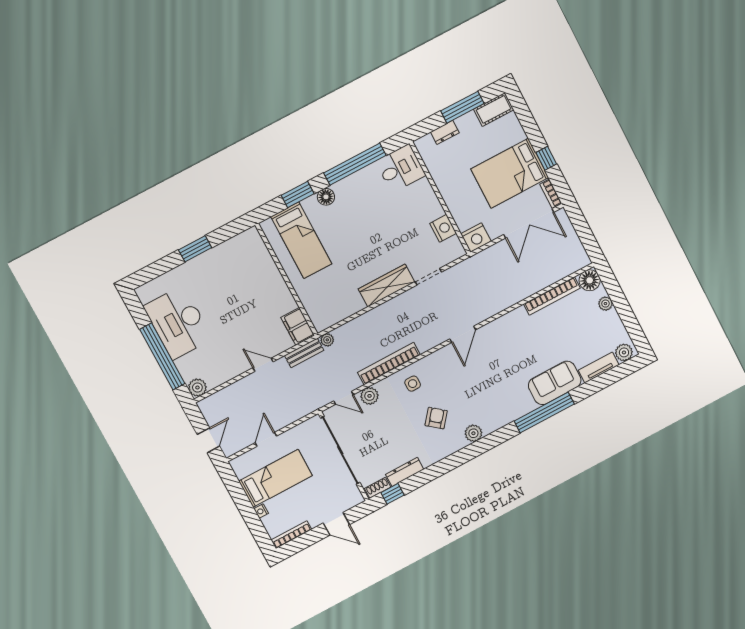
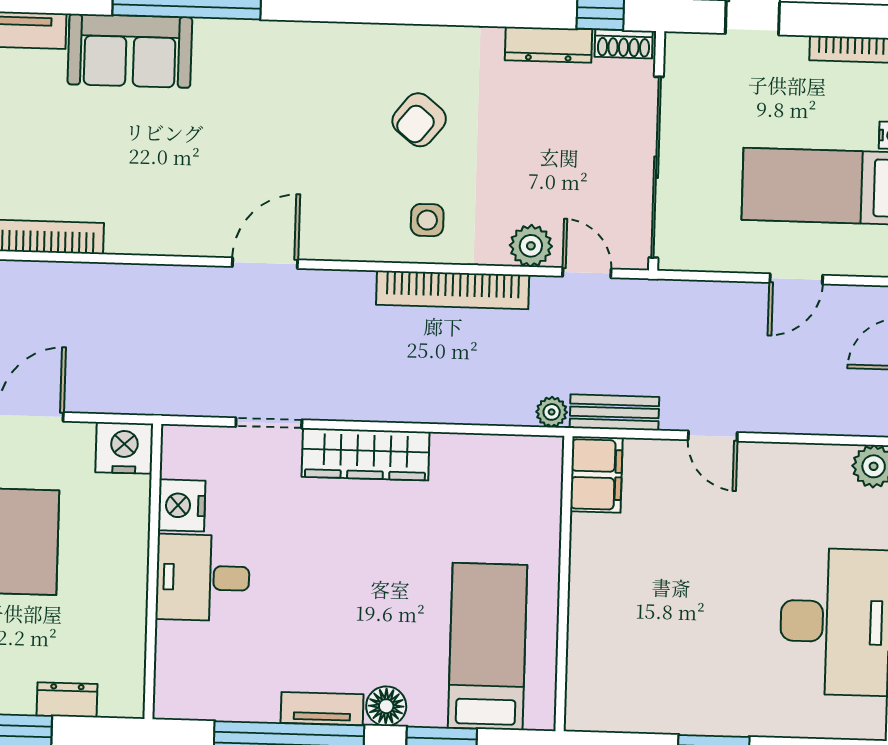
desk: (401, 168) -> (203, 578), moved
tv unit: (349, 182) -> (322, 709), added
plant: (473, 433) -> (359, 43), removed

